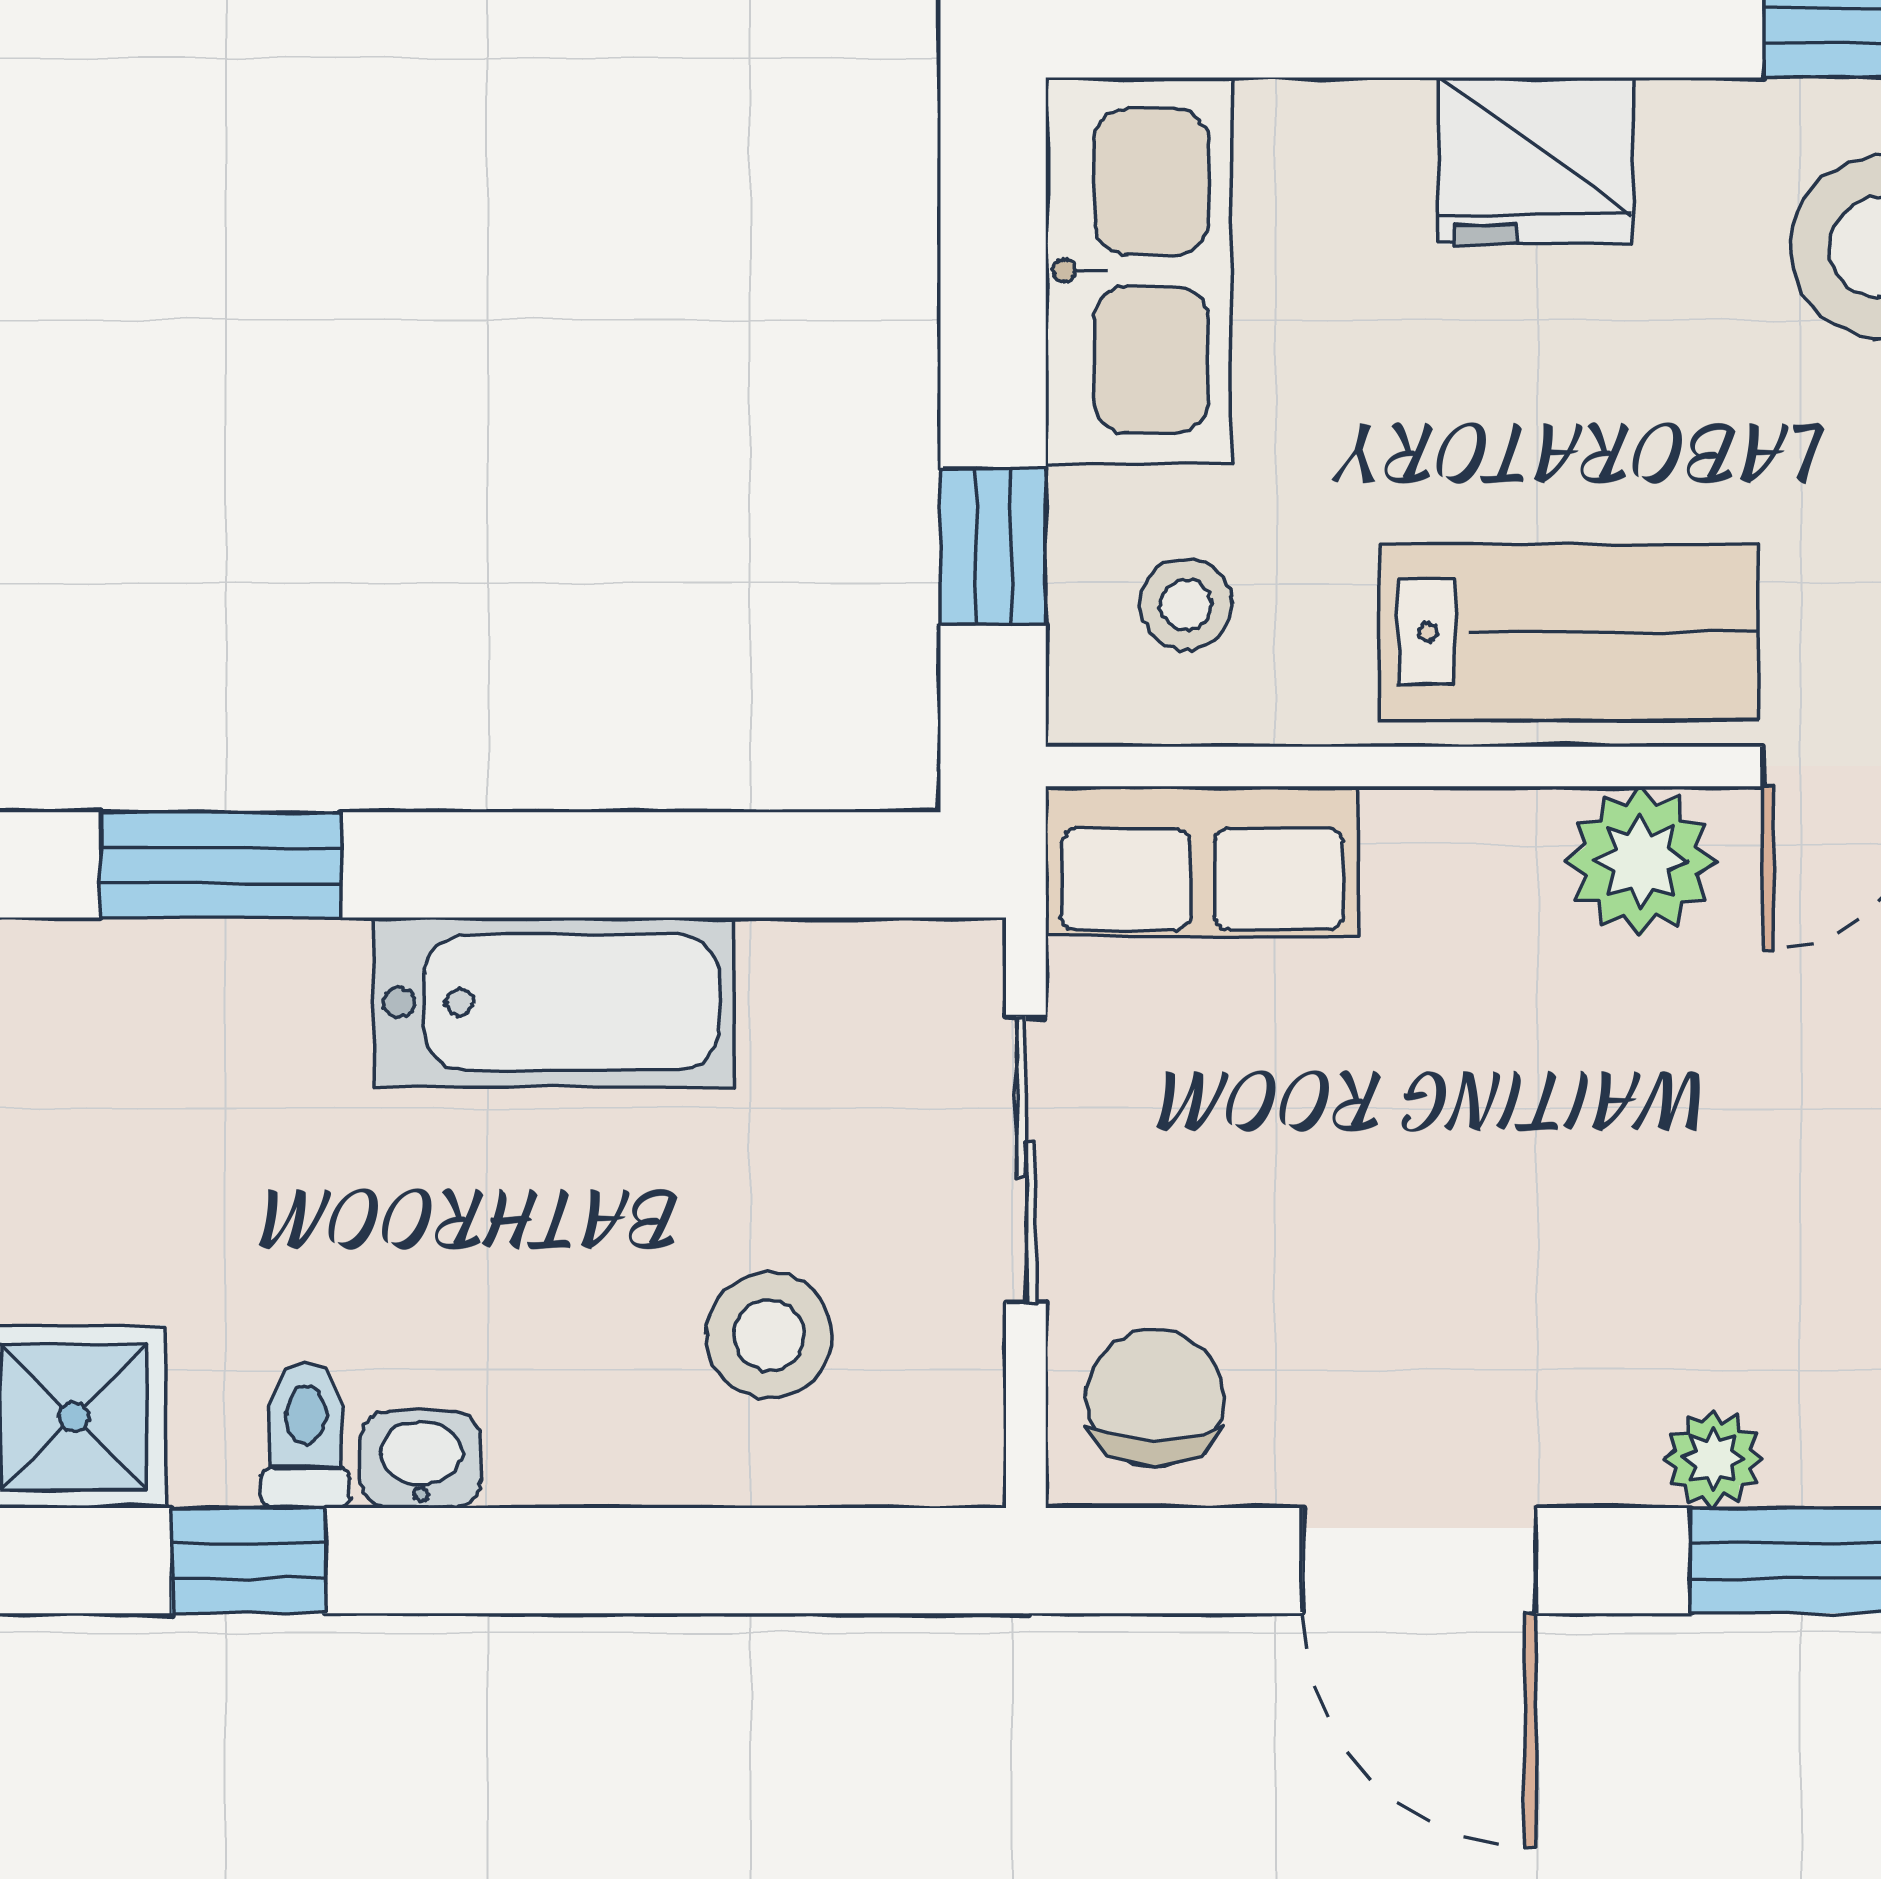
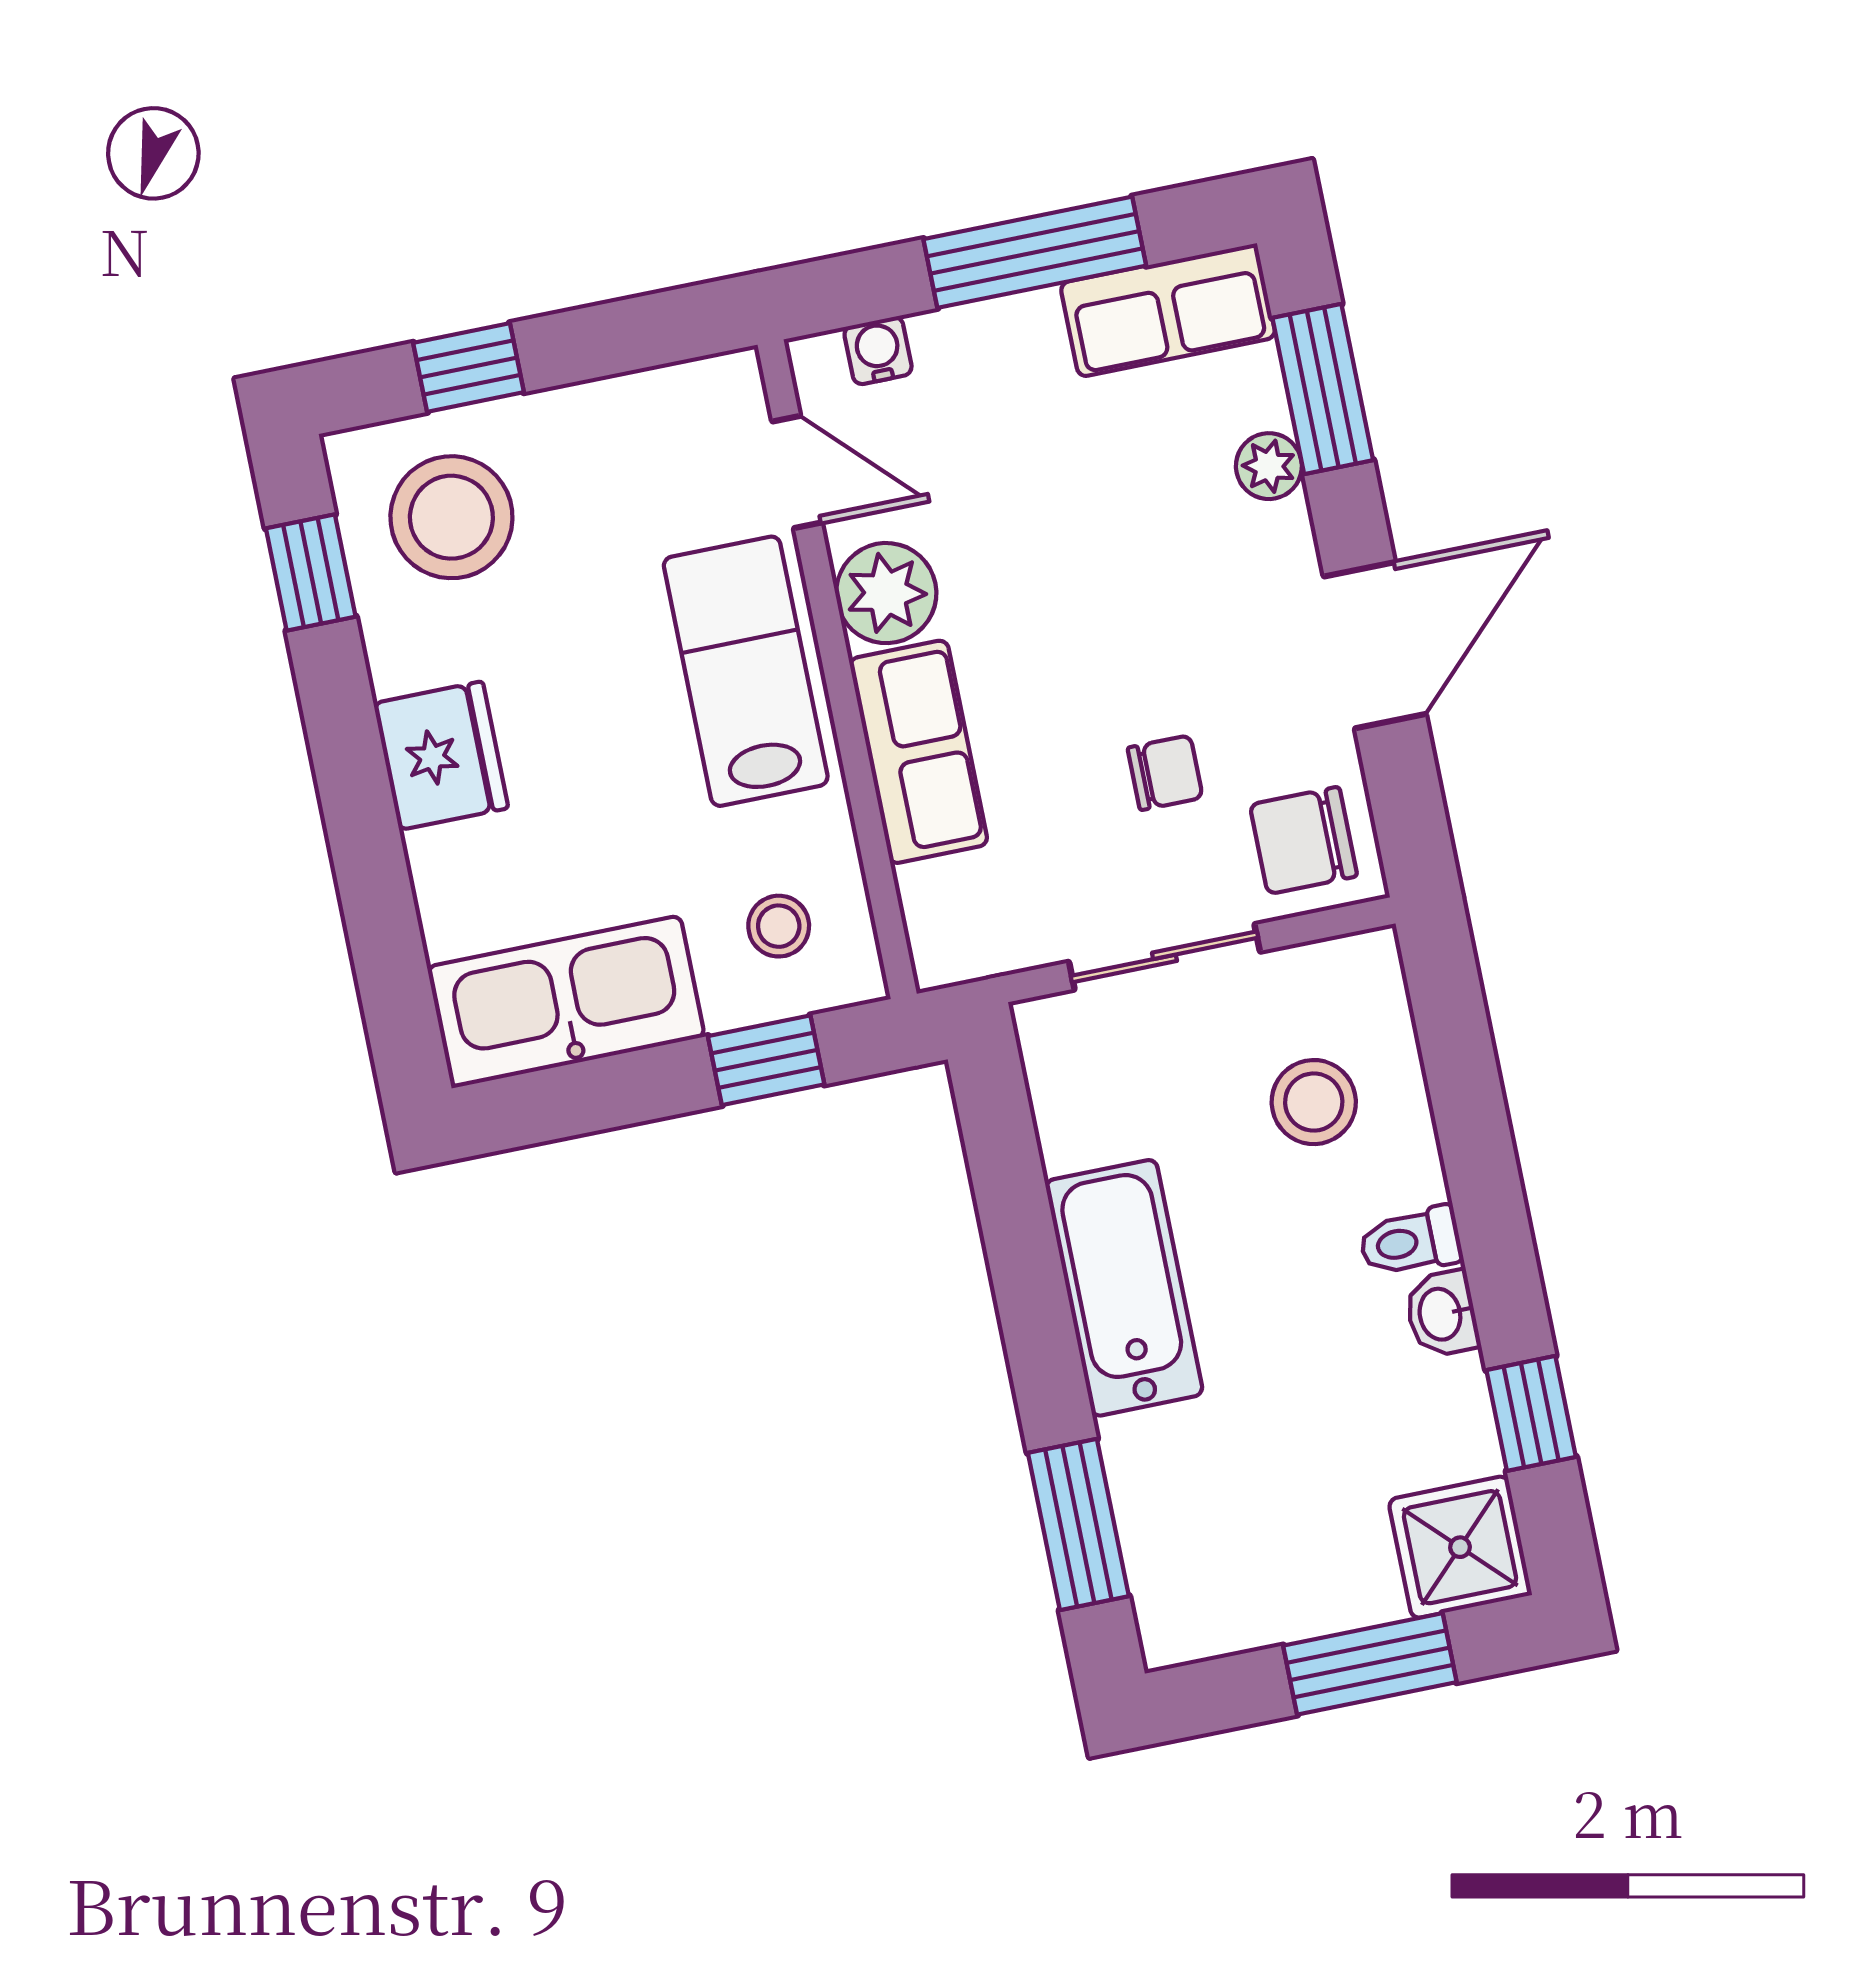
row of seats: (1202, 861) -> (919, 752), moved
chair: (1295, 1216) -> (1165, 773), added
toilet: (306, 1435) -> (1411, 1242), moved

